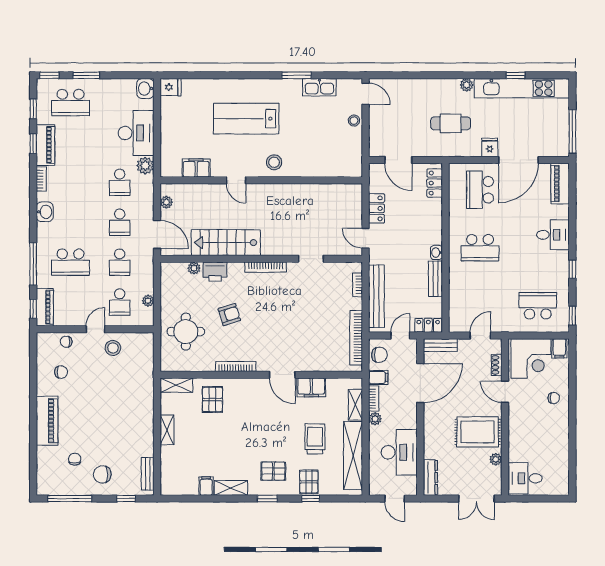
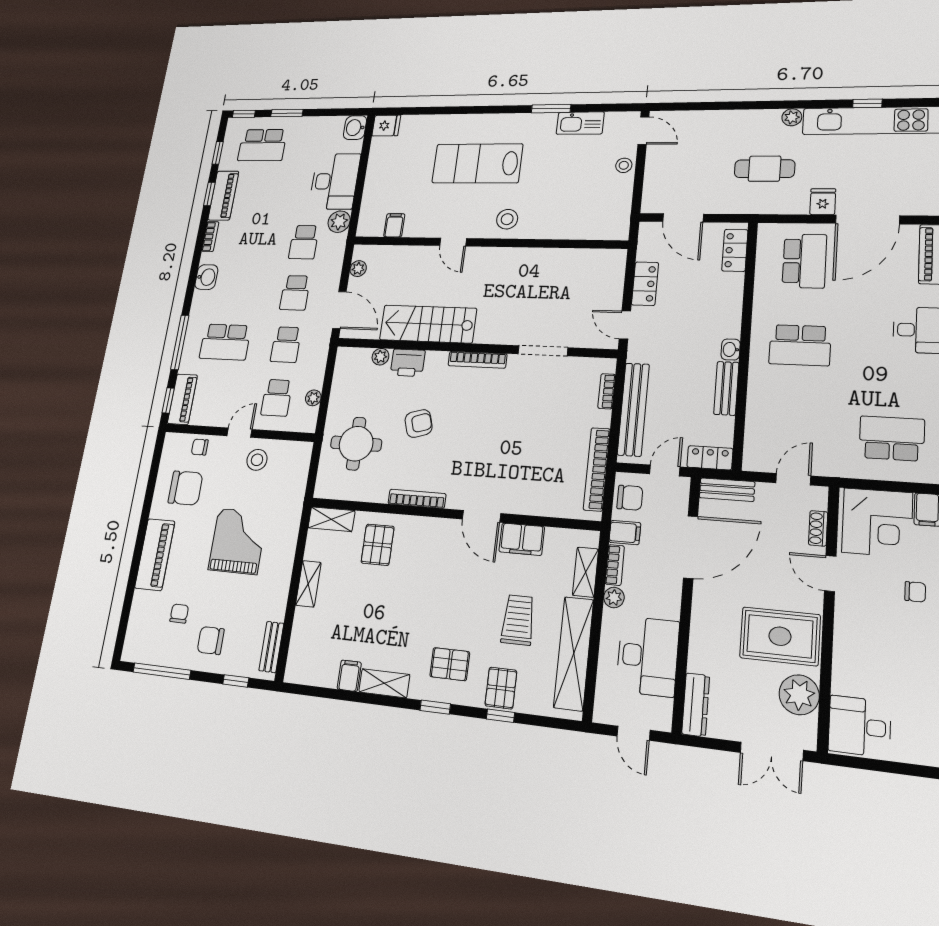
filing cabinet: (196, 168) -> (394, 225), width x0.50
school desk: (480, 190) -> (804, 261), turned 180
doorway: (311, 259) -> (543, 351), width x1.38
chair: (61, 372) -> (185, 488), width x1.87, depth x1.87
grand piano: (109, 406) -> (238, 541), added
plant: (496, 459) -> (799, 695), width x1.88, depth x1.88

